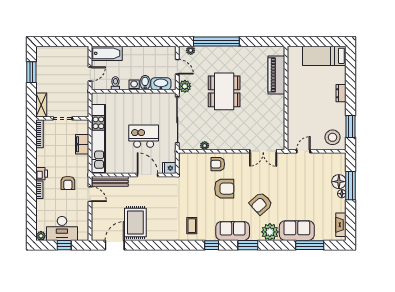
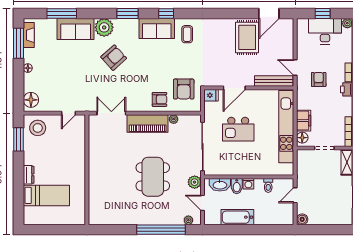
boiler: (83, 51) -> (302, 219), added
bathtub: (107, 53) -> (237, 217), moved
bed: (324, 56) -> (46, 195), moved
piano: (276, 75) -> (148, 123), moved, turned 90
floor lamp: (83, 128) -> (302, 138), added
door: (147, 175) -> (234, 88), hinge flipped
floor lamp: (339, 182) -> (31, 100), moved
window: (350, 186) -> (19, 43), moved
armchair: (224, 189) -> (184, 89), moved, turned -90
sofa: (233, 231) -> (157, 29), moved

